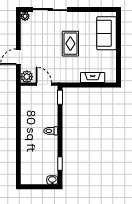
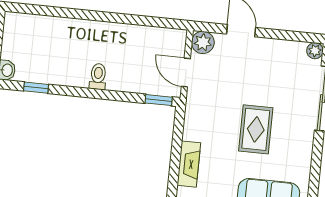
rug: (70, 44) -> (256, 129), turned 90
door: (44, 84) -> (186, 73), swing flipped

